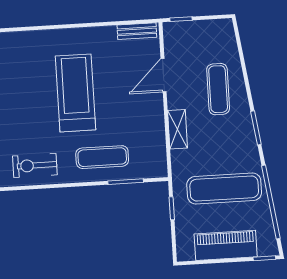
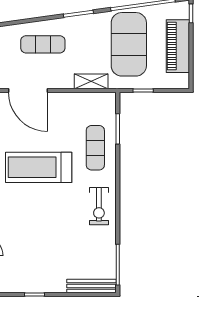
door: (164, 75) -> (28, 91), width x1.36
shelving: (177, 129) -> (91, 81), moved
exercise mat: (224, 189) -> (129, 44), width x1.47

